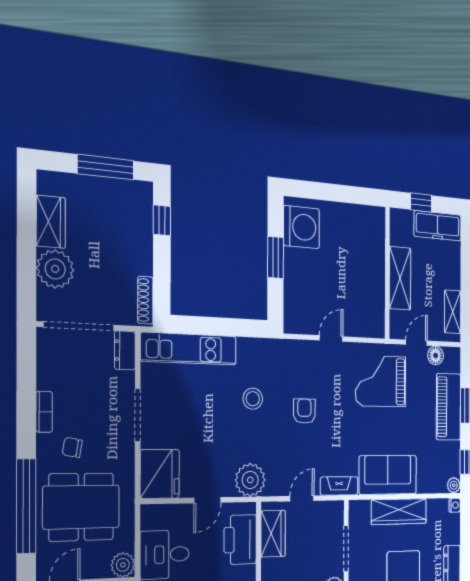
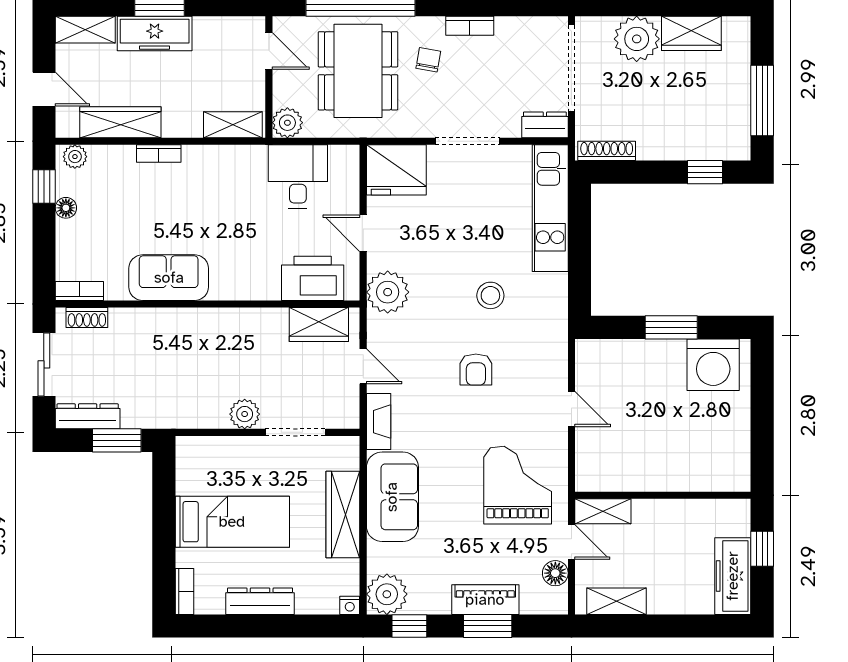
shelving: (400, 278) -> (603, 511), moved, width x0.67, depth x0.75
piano: (448, 407) -> (485, 600), width x0.73, depth x0.75
armchair: (304, 411) -> (476, 370), turned 90
plant: (454, 485) -> (387, 594), width x1.88, depth x1.88

